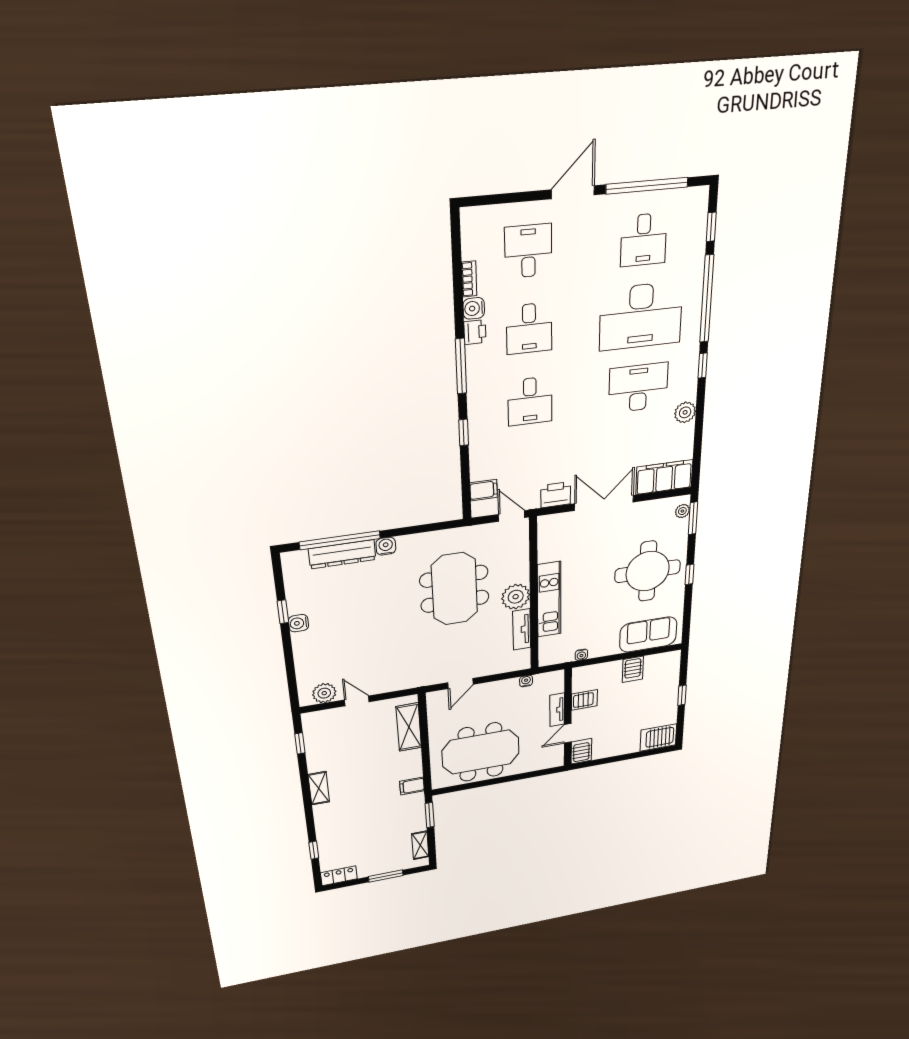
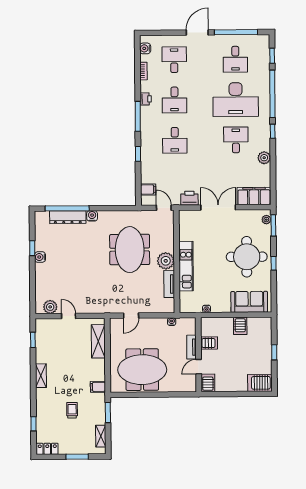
water cooler: (474, 308) -> (145, 48), moved
desk: (638, 388) -> (236, 140), width x0.73
trolley: (373, 822) -> (72, 410), added

